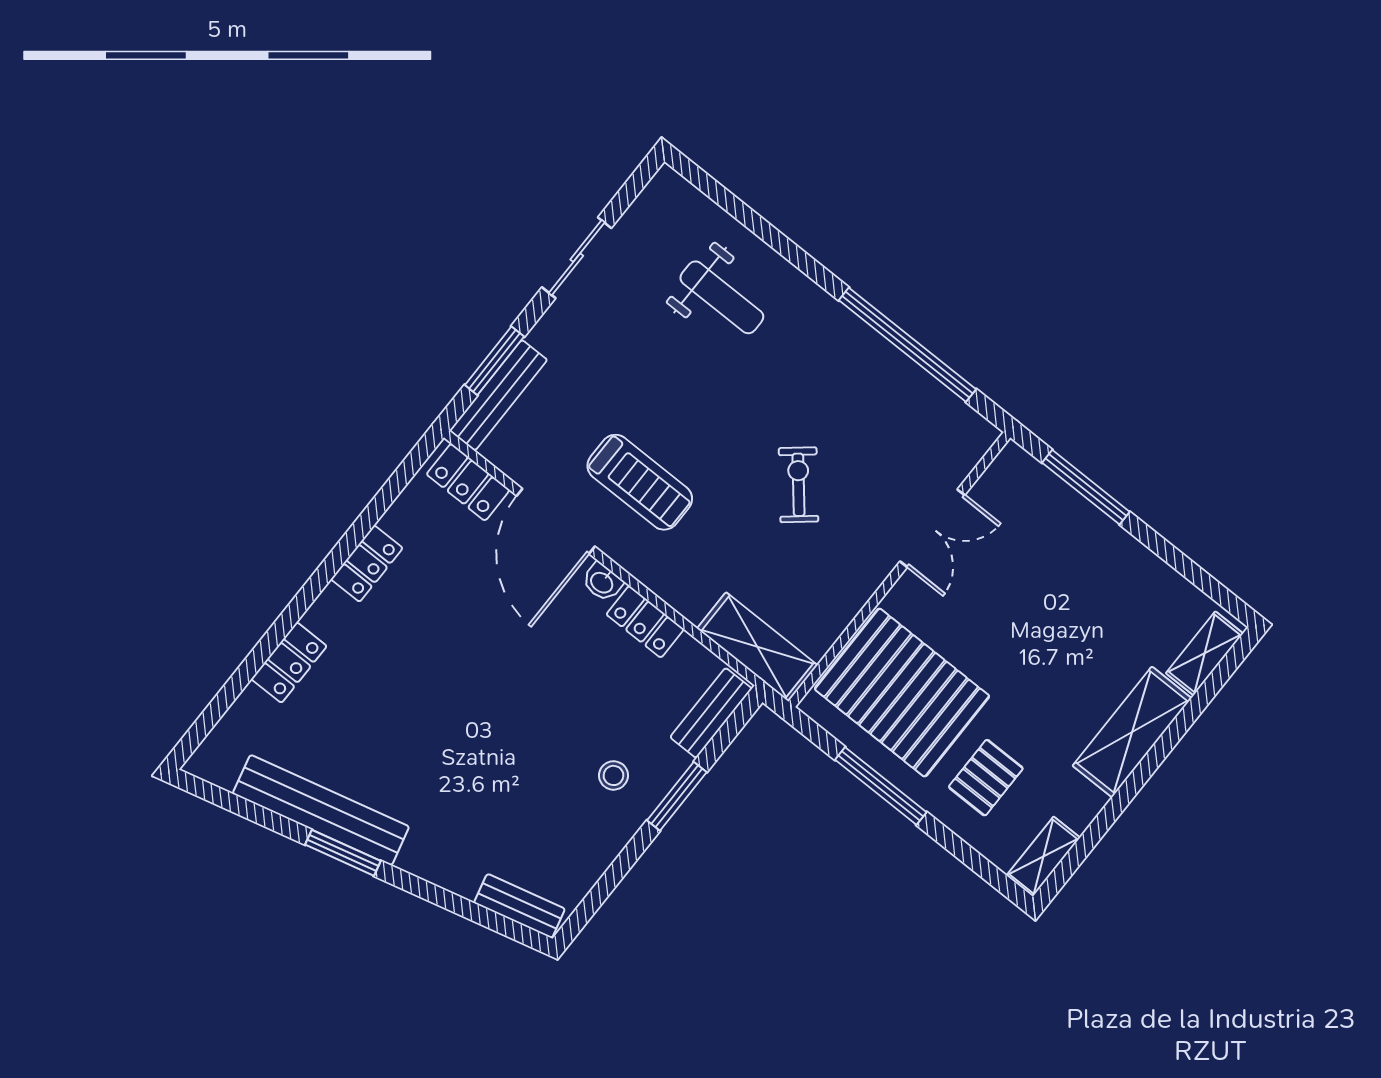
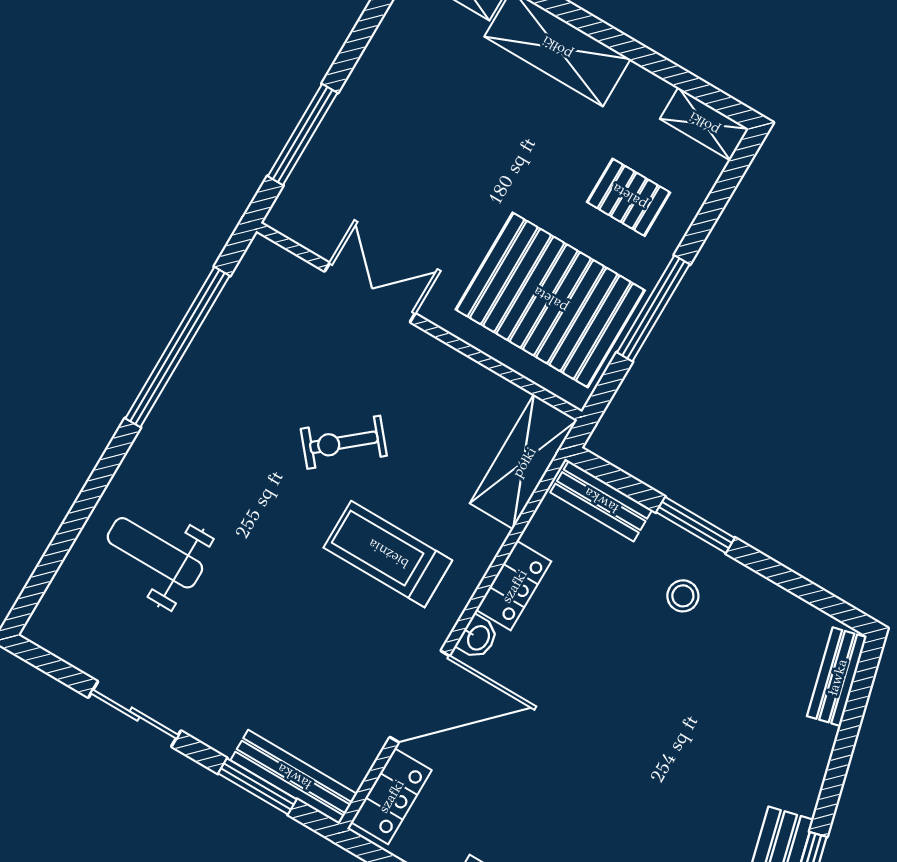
weight bench: (722, 297) -> (155, 553), turned -90
treadmill: (640, 482) -> (388, 554), moved, turned -90
pallet: (902, 693) -> (550, 300), turned 90

